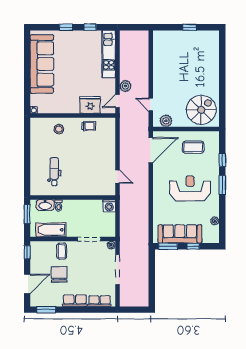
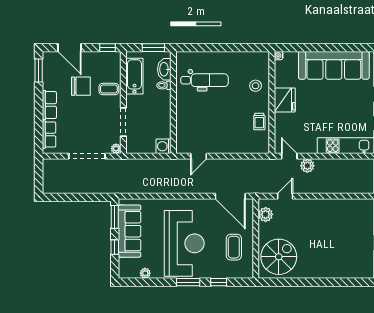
fridge: (90, 105) -> (285, 100), moved
spiral stairs: (201, 110) -> (279, 257), turned -90
dental chair: (54, 172) -> (204, 80), width x1.36, depth x1.38
reception desk: (190, 189) -> (184, 243), width x1.36, depth x1.30

